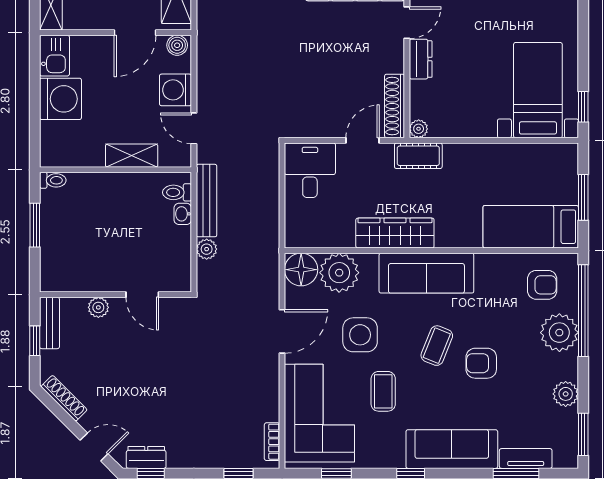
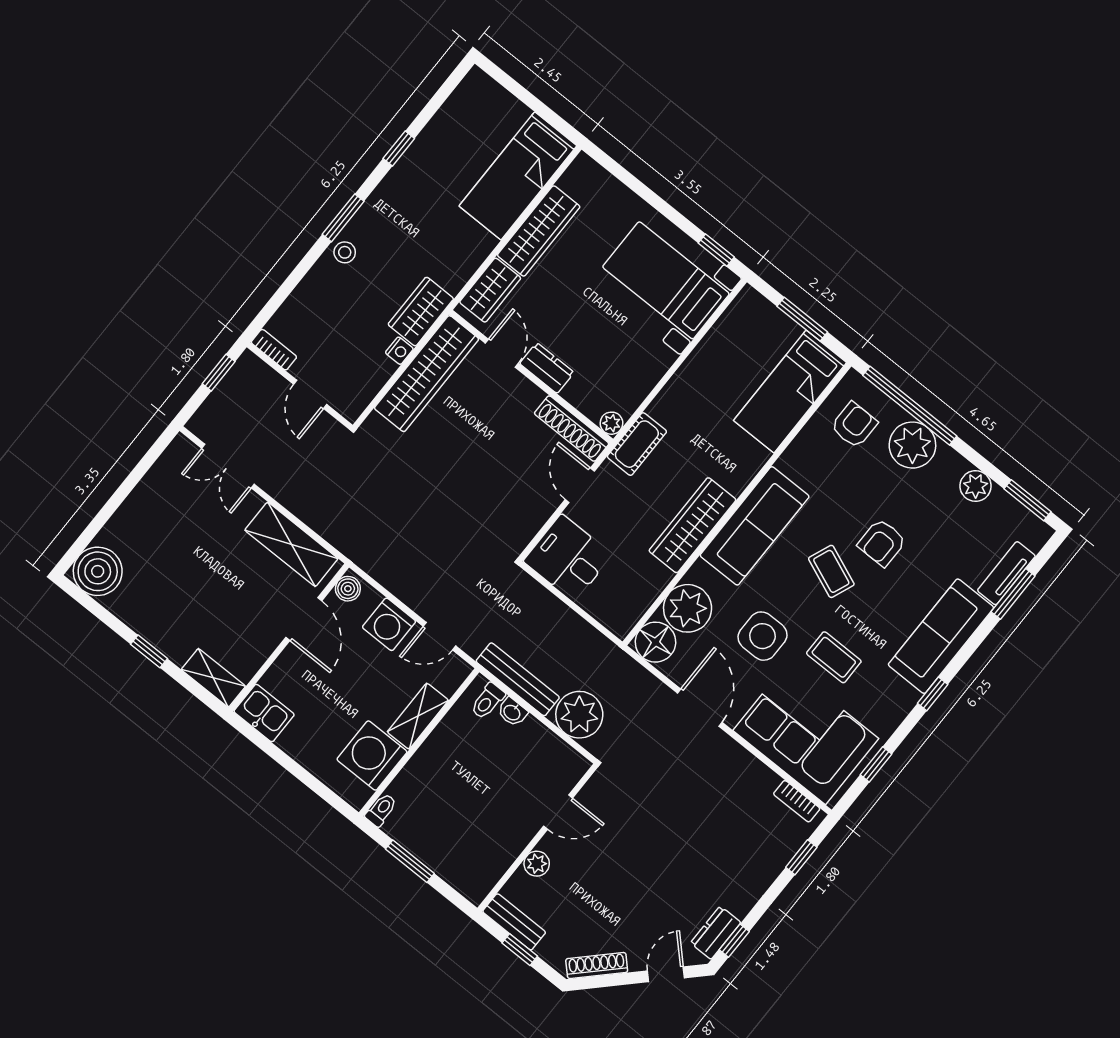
washing machine: (60, 99) -> (372, 756), moved, turned -90
plant: (207, 249) -> (579, 715), width x1.88, depth x1.88

